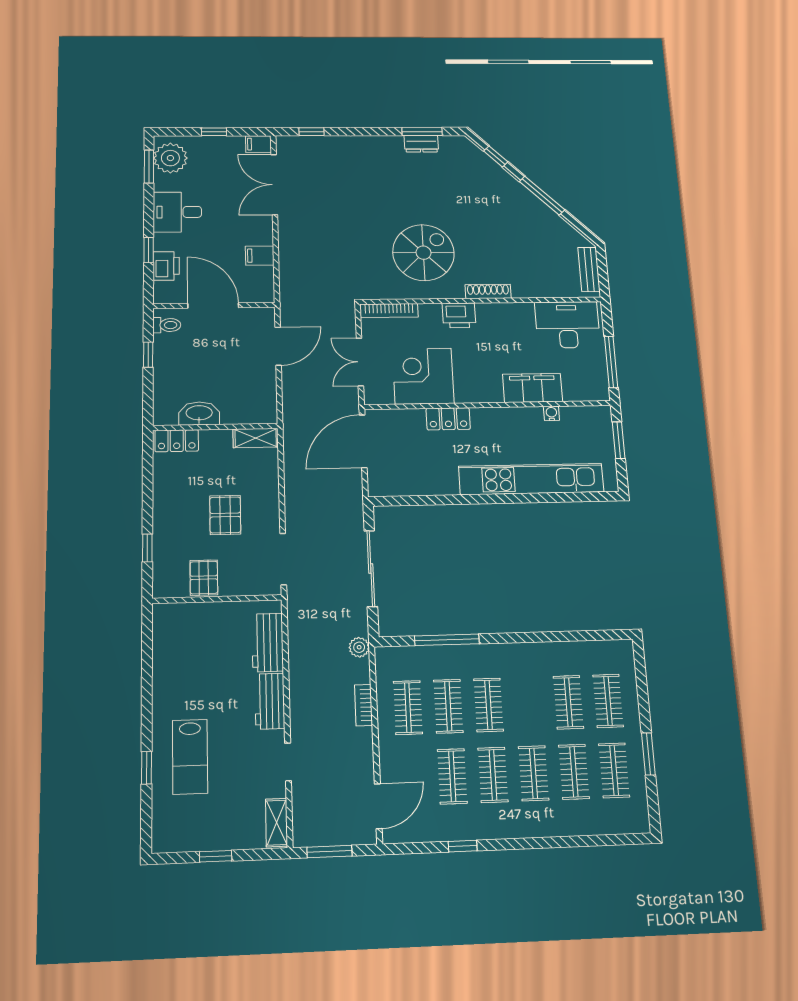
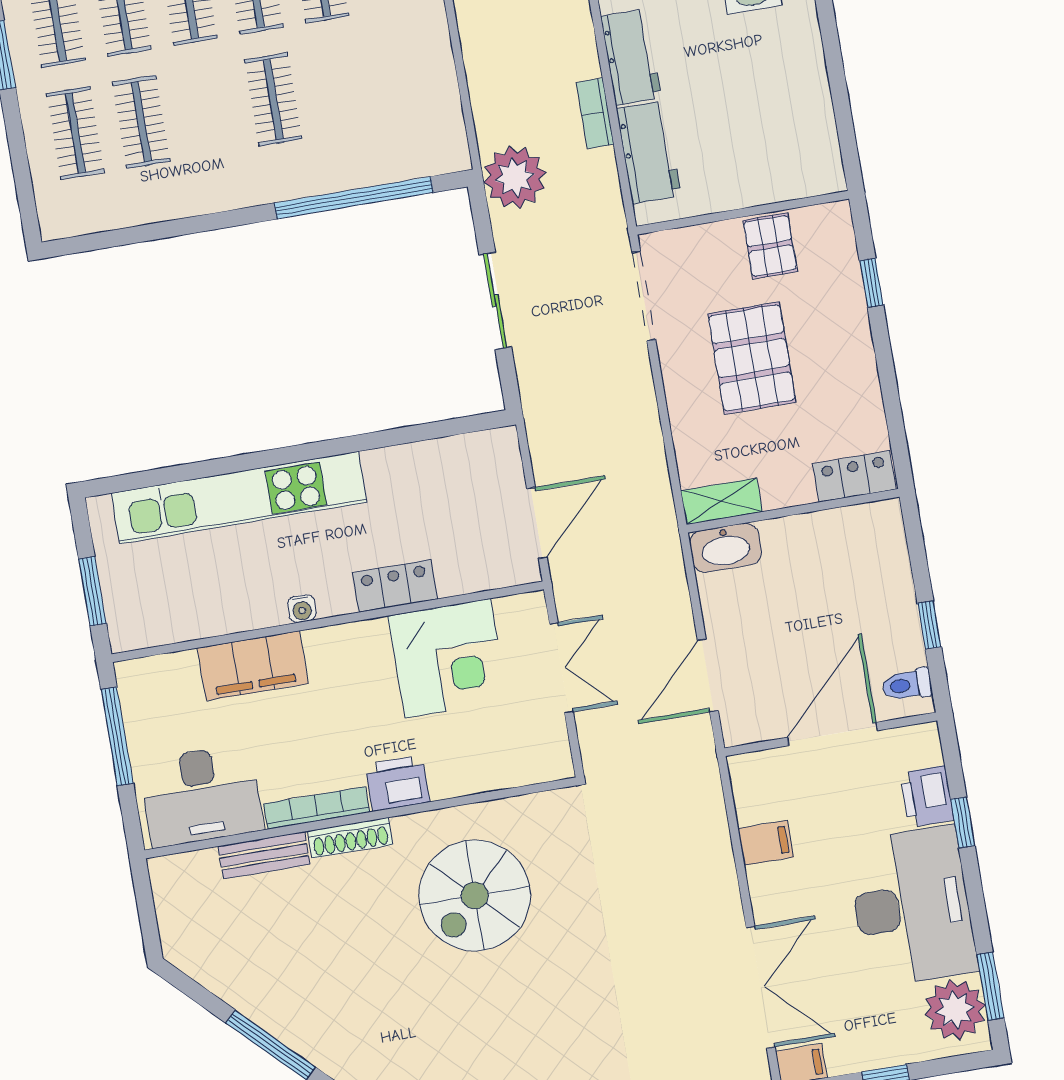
desk: (177, 212) -> (912, 907), width x1.87, depth x1.30
bench: (589, 269) -> (264, 855), moved, turned 90
door: (213, 306) -> (832, 734), swing flipped
bookcase: (389, 311) -> (316, 808), moved
washbasin: (199, 413) -> (725, 548), moved
water cooler: (551, 413) -> (302, 609), moved
door: (363, 441) -> (537, 523), width x0.73
pallet: (225, 515) -> (752, 358), width x1.50, depth x1.42
sliding door: (371, 568) -> (495, 301), width x0.73
window: (447, 640) -> (354, 198), width x1.46
plant: (359, 647) -> (515, 177), width x1.87, depth x1.87
bookcase: (363, 705) -> (595, 113), moved, turned 180
clothes rail: (448, 706) -> (339, 88), removed
clothes rail: (408, 708) -> (405, 77), removed

